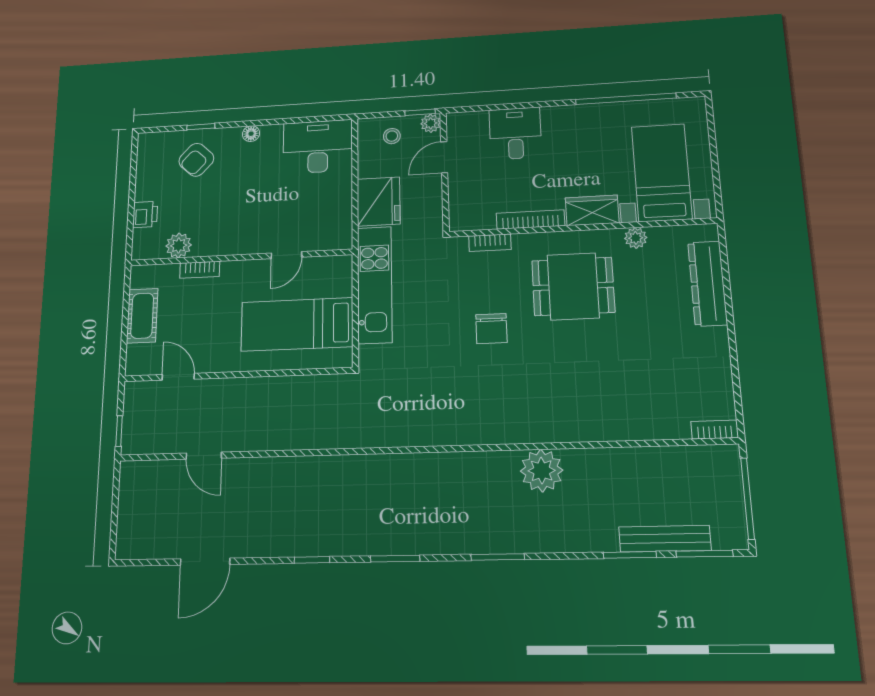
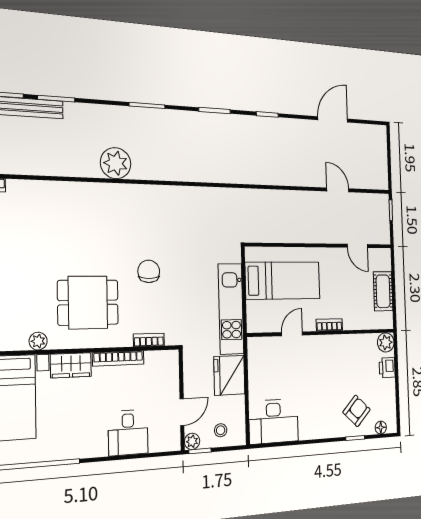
floor lamp: (251, 134) -> (381, 428), moved
plant: (179, 245) -> (386, 342), moved
bookcase: (200, 270) -> (329, 325), moved

